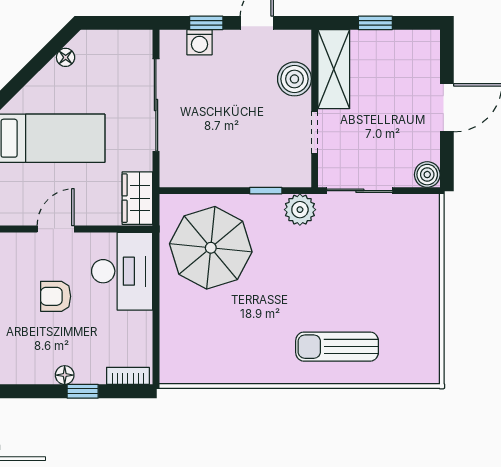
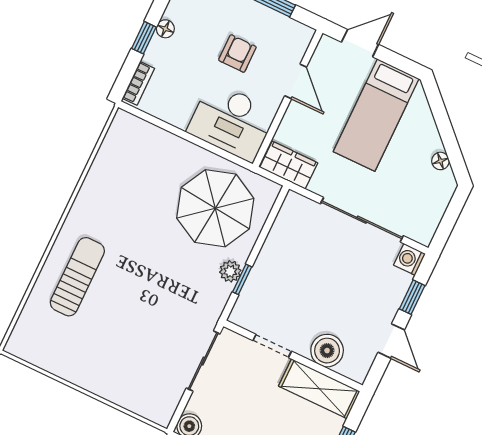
washing machine: (200, 42) -> (410, 259), moved
plant: (300, 210) -> (230, 271), moved, width x0.73, depth x0.73

